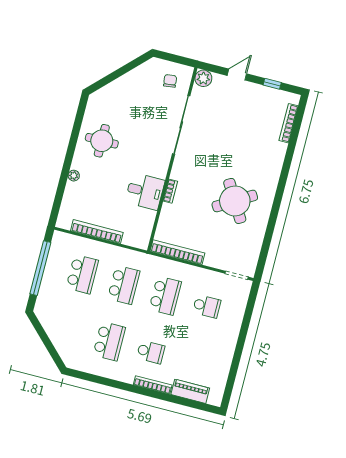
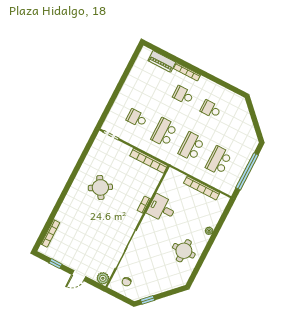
window: (136, 63) -> (148, 300), added
round table: (235, 201) -> (100, 187), width x0.73, depth x0.73
school desk: (109, 341) -> (211, 109), width x0.54

